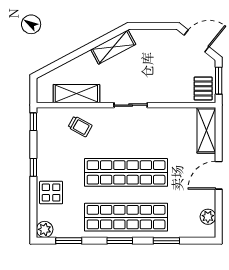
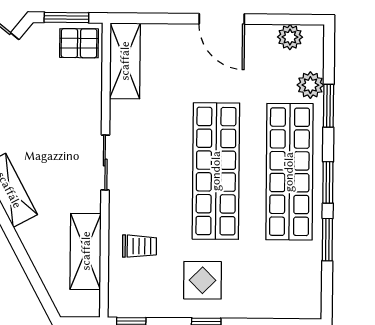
trolley: (80, 126) -> (139, 246), turned 61
shelving: (206, 130) -> (125, 61), moved, turned 90
display table: (51, 193) -> (203, 280), moved
plant: (45, 229) -> (310, 85), moved
window: (69, 241) -> (327, 240), moved

